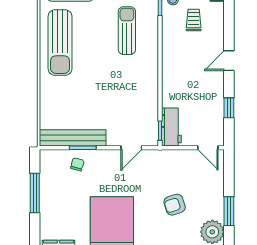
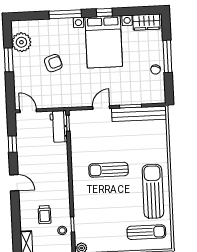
sun lounger: (127, 31) -> (109, 170), moved, turned 90
door: (229, 61) -> (14, 183), hinge flipped
door: (131, 148) -> (101, 107), moved
chair: (77, 164) -> (156, 70), moved
window: (35, 193) -> (167, 56), moved

